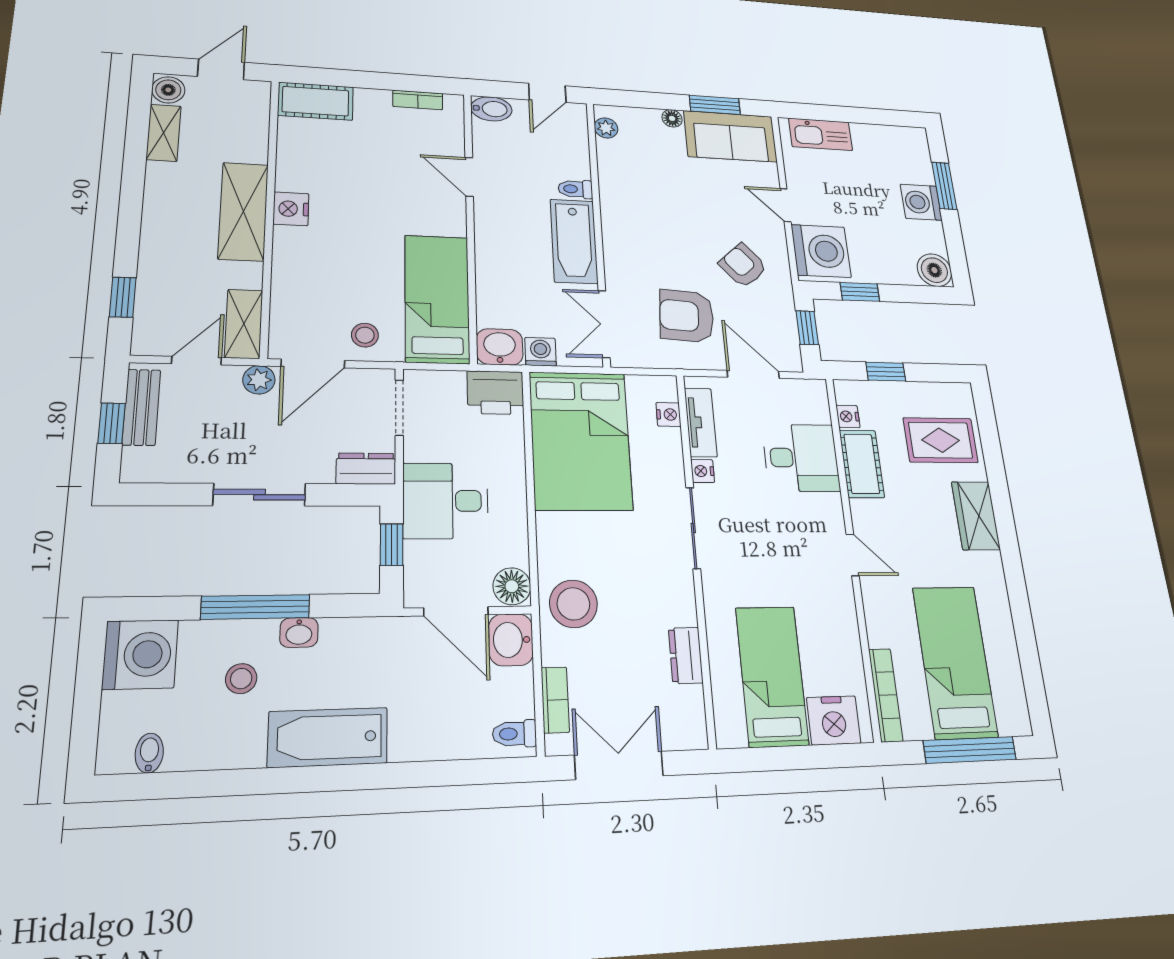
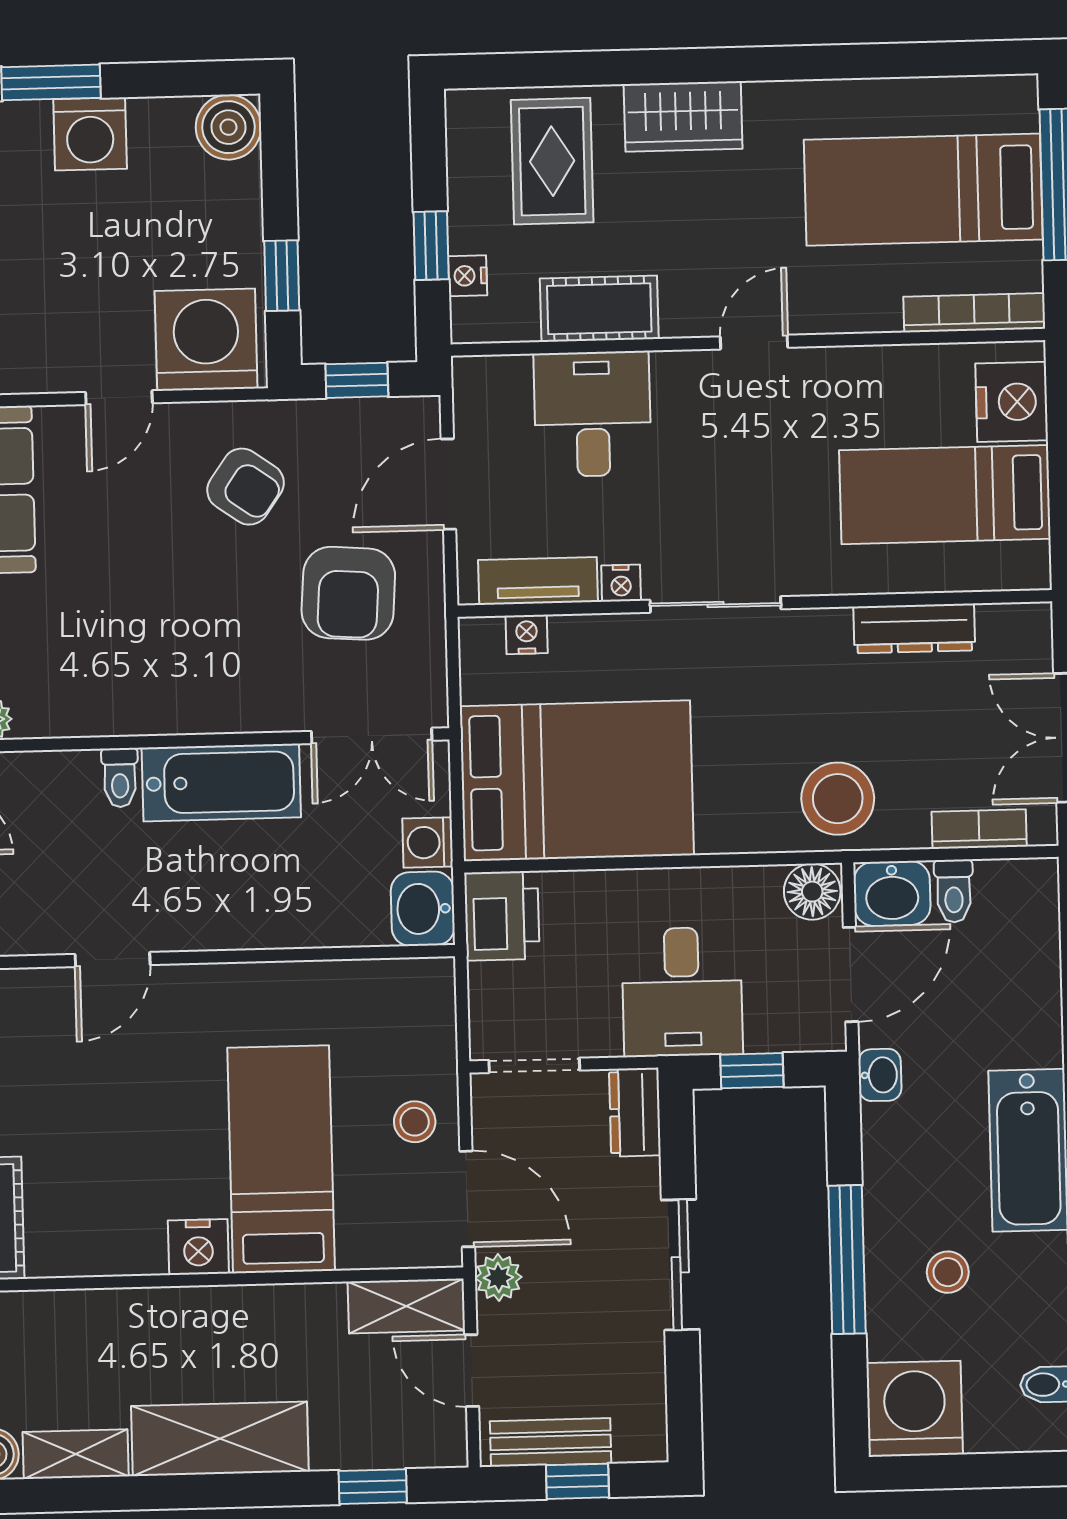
shelving: (243, 211) -> (220, 1439), moved
armchair: (743, 266) -> (246, 487), turned -103
bed: (437, 299) -> (281, 1159), moved, turned 90
nightstand: (848, 416) -> (468, 276), moved, turned 90
washbasin: (299, 633) -> (880, 1075), moved
dresser: (686, 655) -> (914, 628), width x1.44
toilet: (514, 734) -> (954, 891), moved

